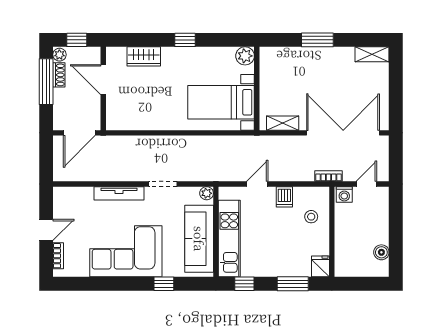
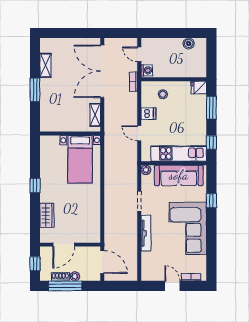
shelving: (372, 54) -> (45, 65), moved
plant: (59, 55) -> (75, 276), moved
plant: (245, 56) -> (47, 142), removed

